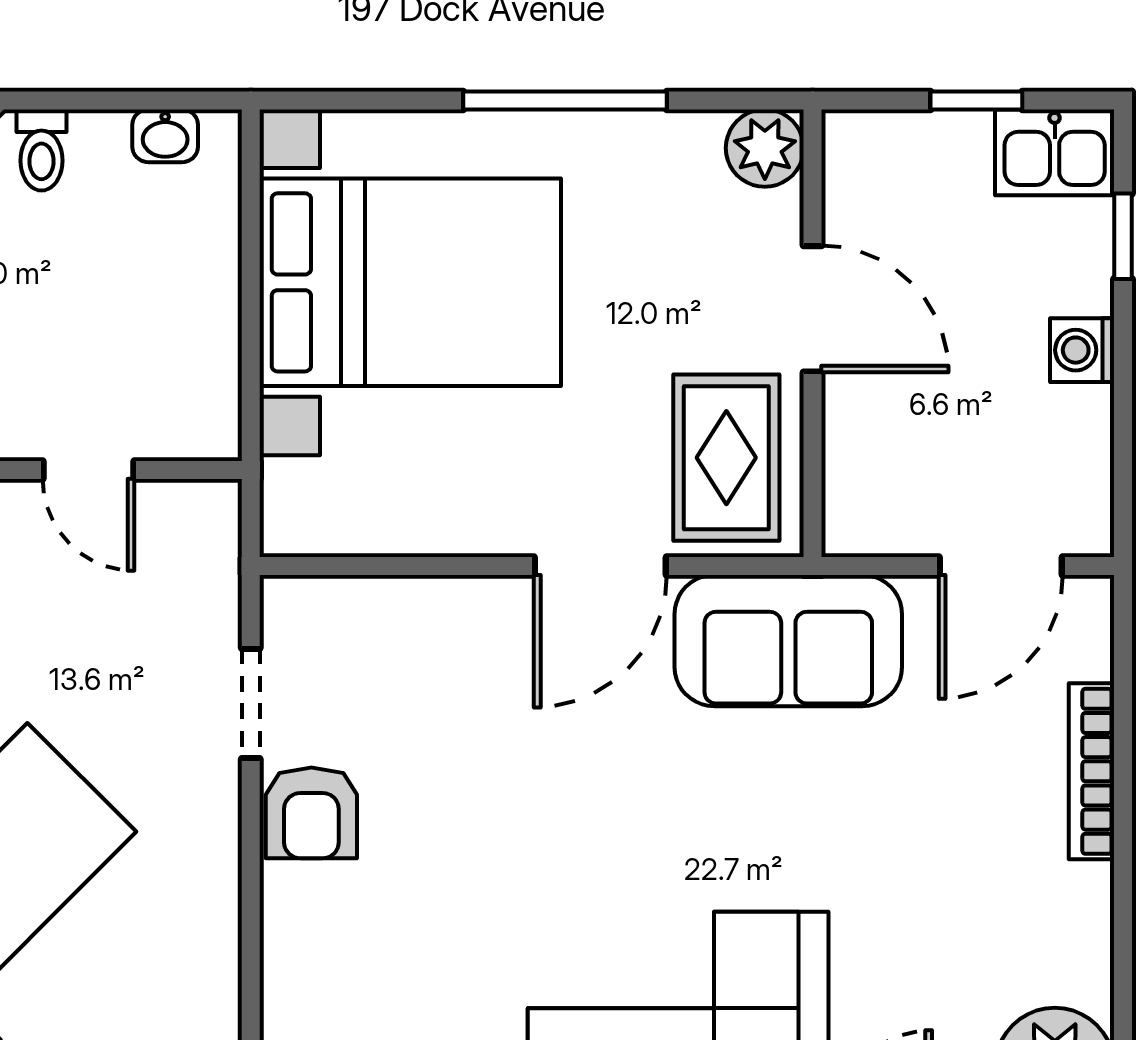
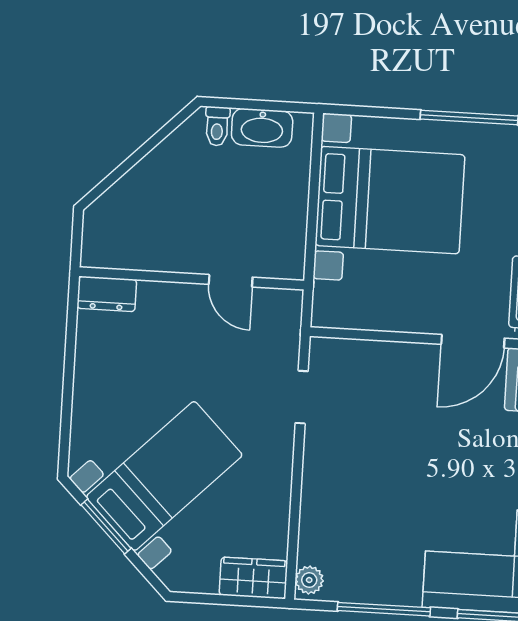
washbasin: (165, 136) -> (262, 128), width x1.91, depth x1.45
armchair: (311, 813) -> (327, 451), removed

